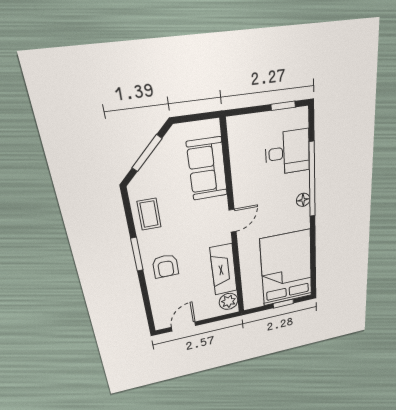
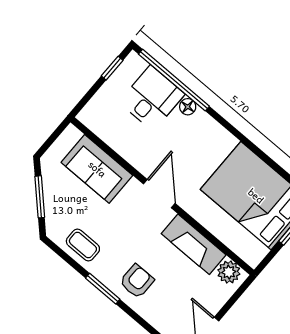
window: (312, 180) -> (174, 80), moved
floor lamp: (303, 200) -> (188, 107), moved
door: (233, 221) -> (159, 194), width x1.37
armchair: (165, 266) -> (137, 281), turned -90

